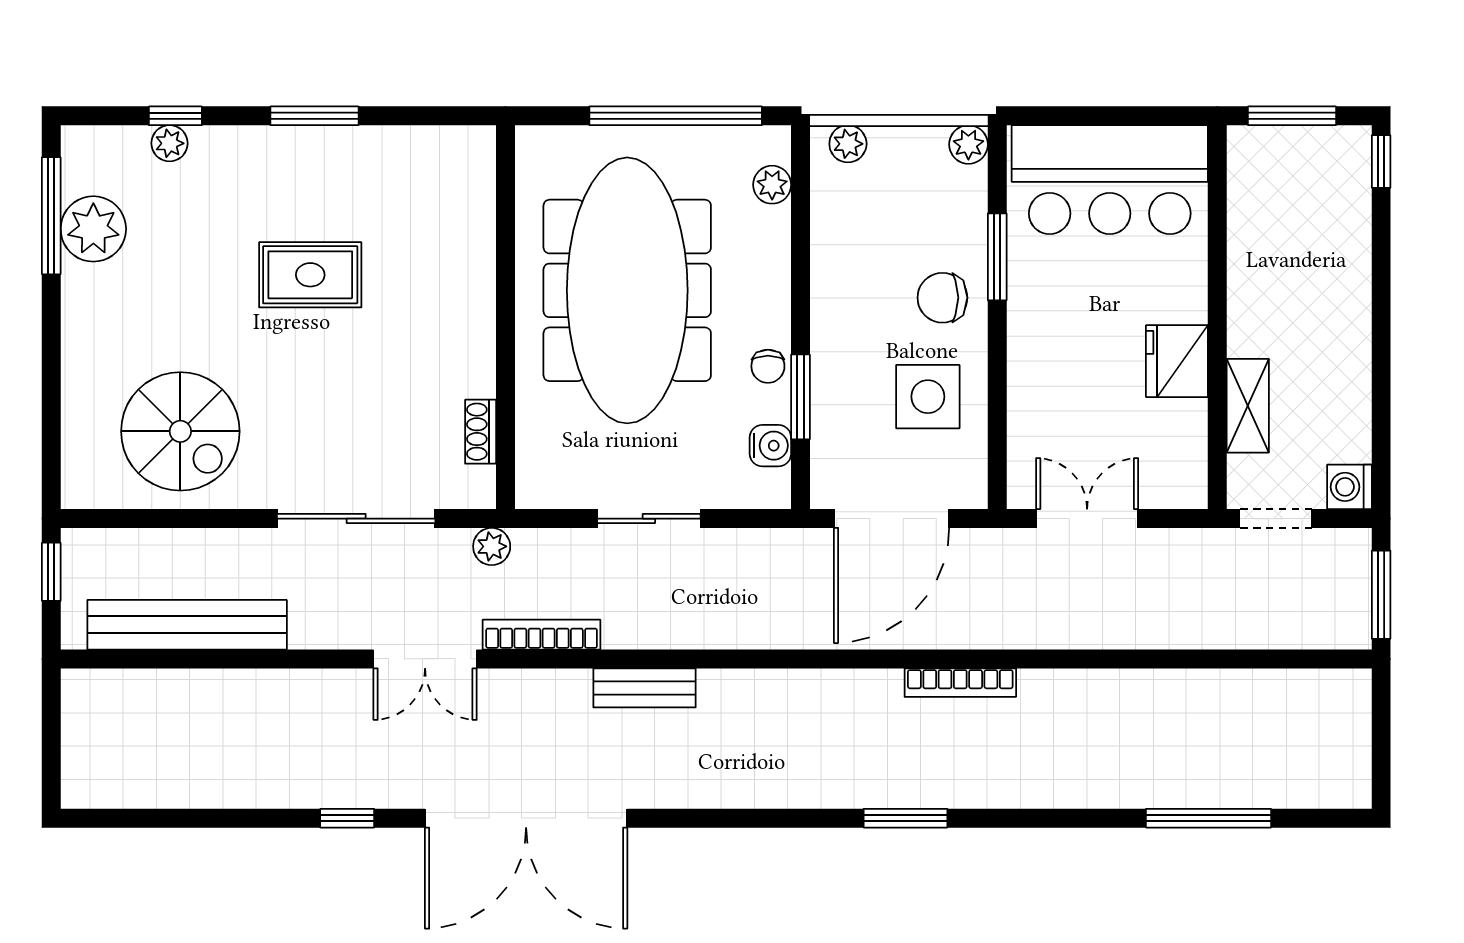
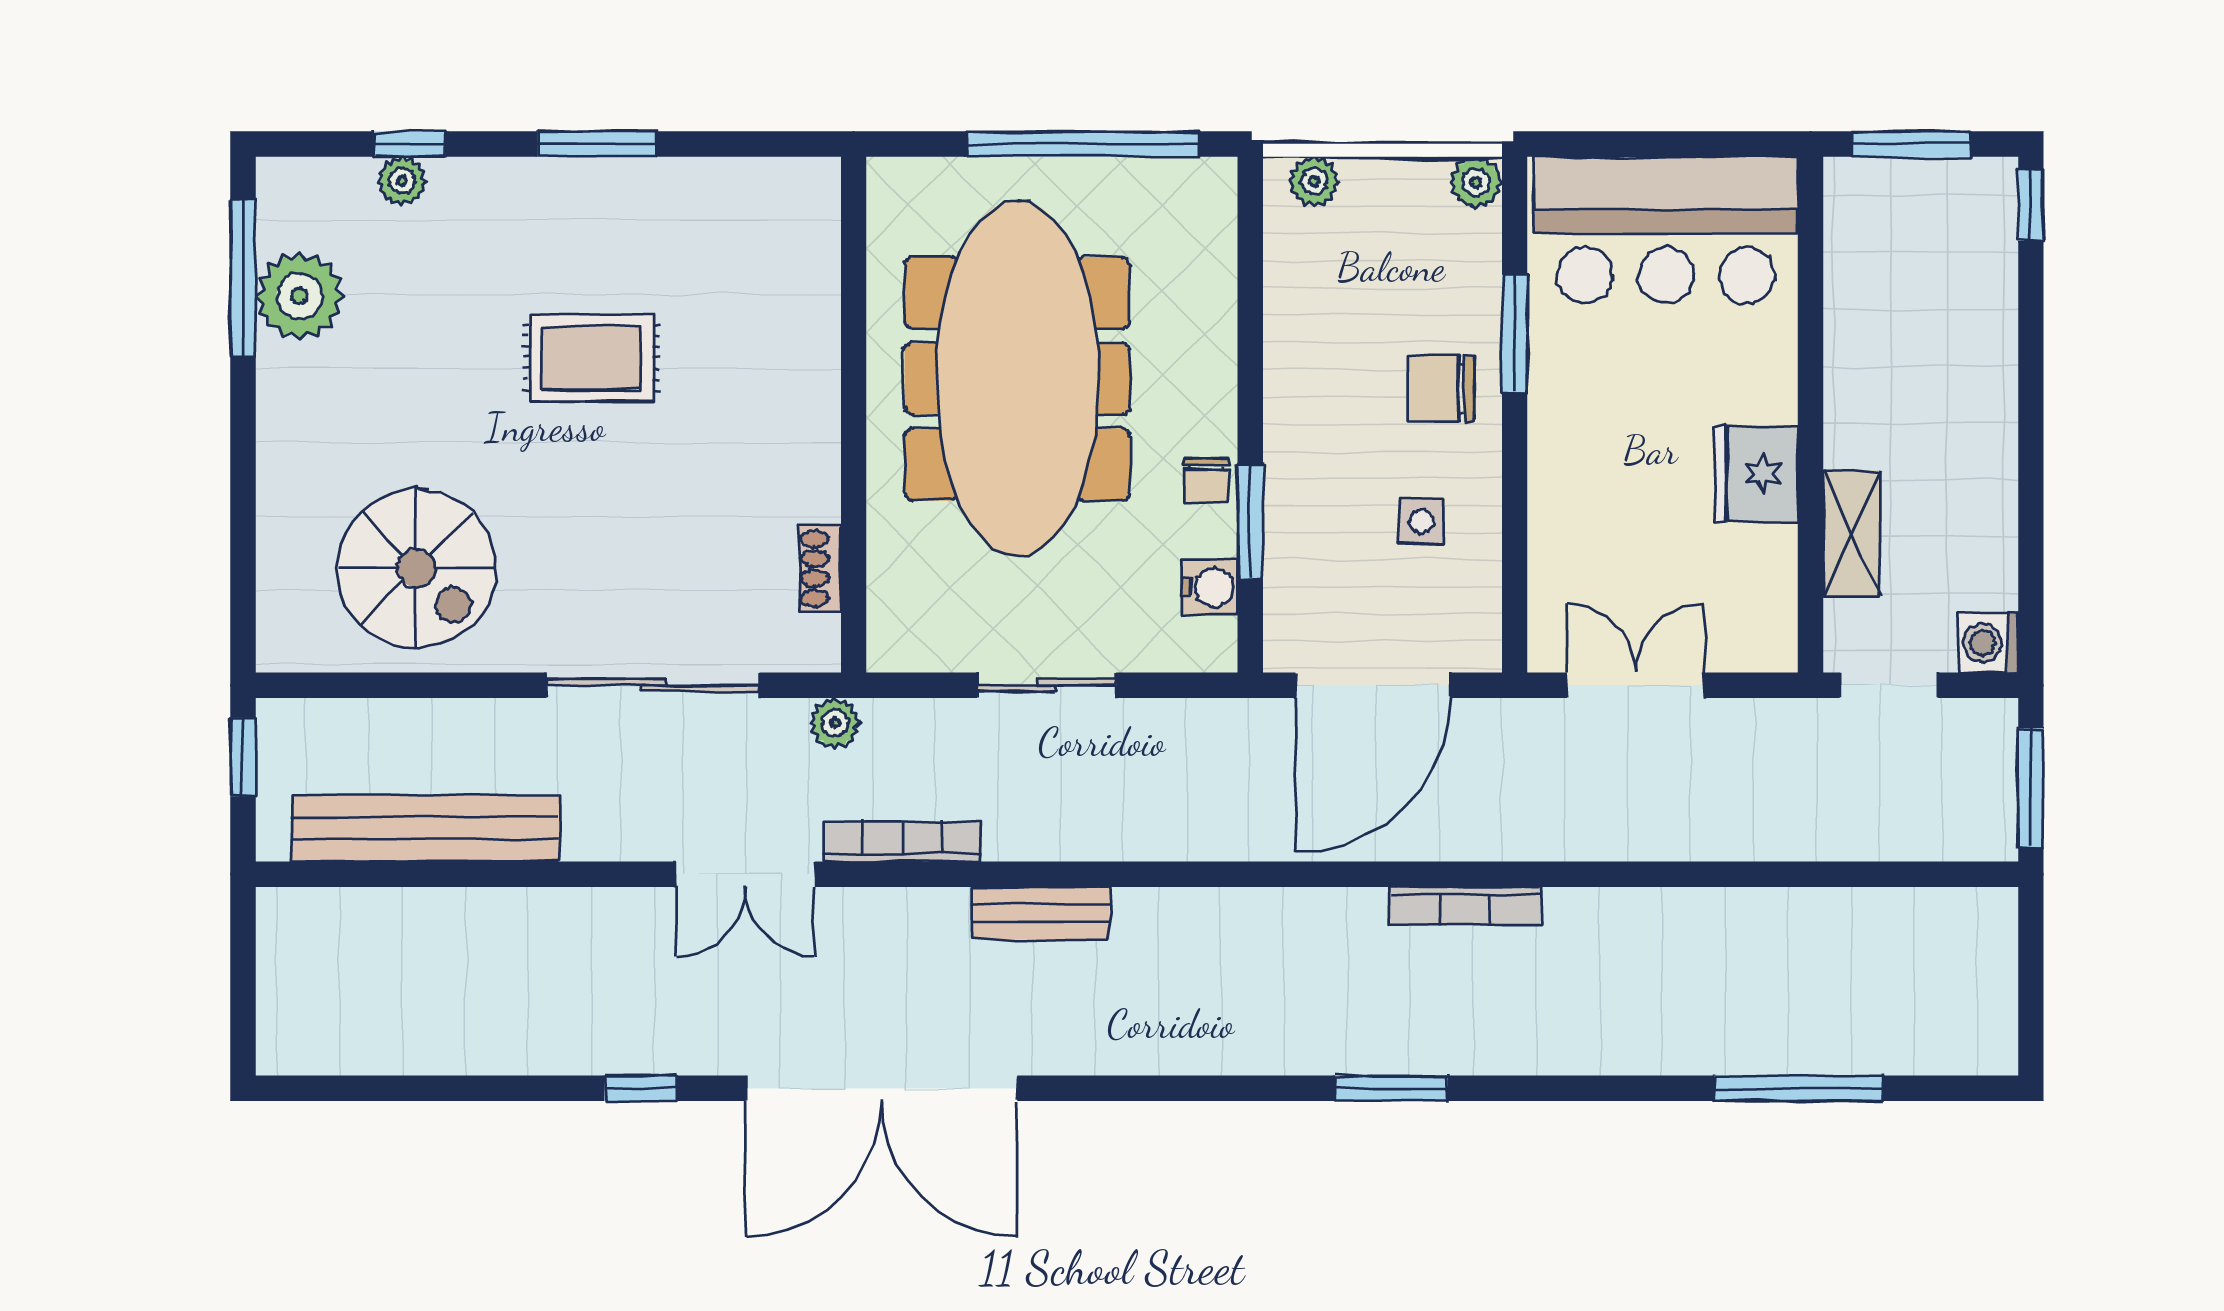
plant: (772, 185) -> (1212, 237), removed
side table: (928, 397) -> (1421, 521), width x0.54, depth x0.54

